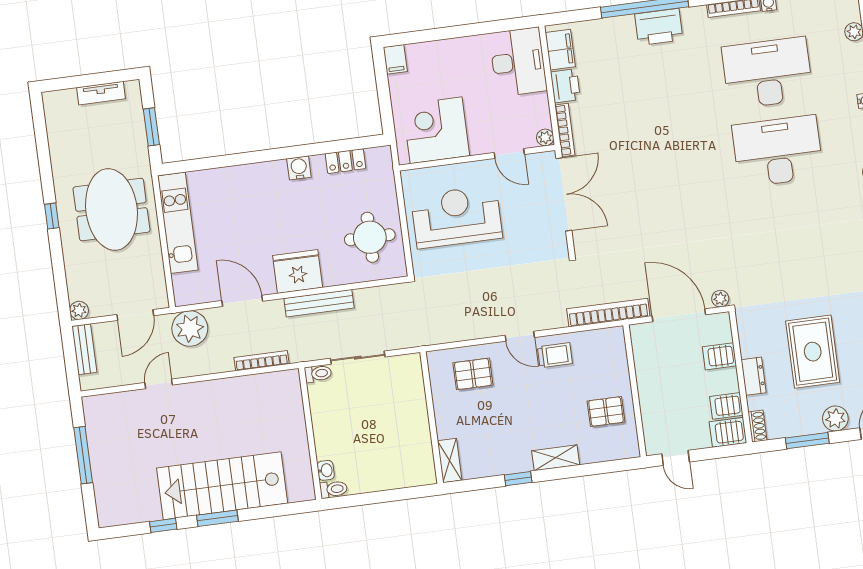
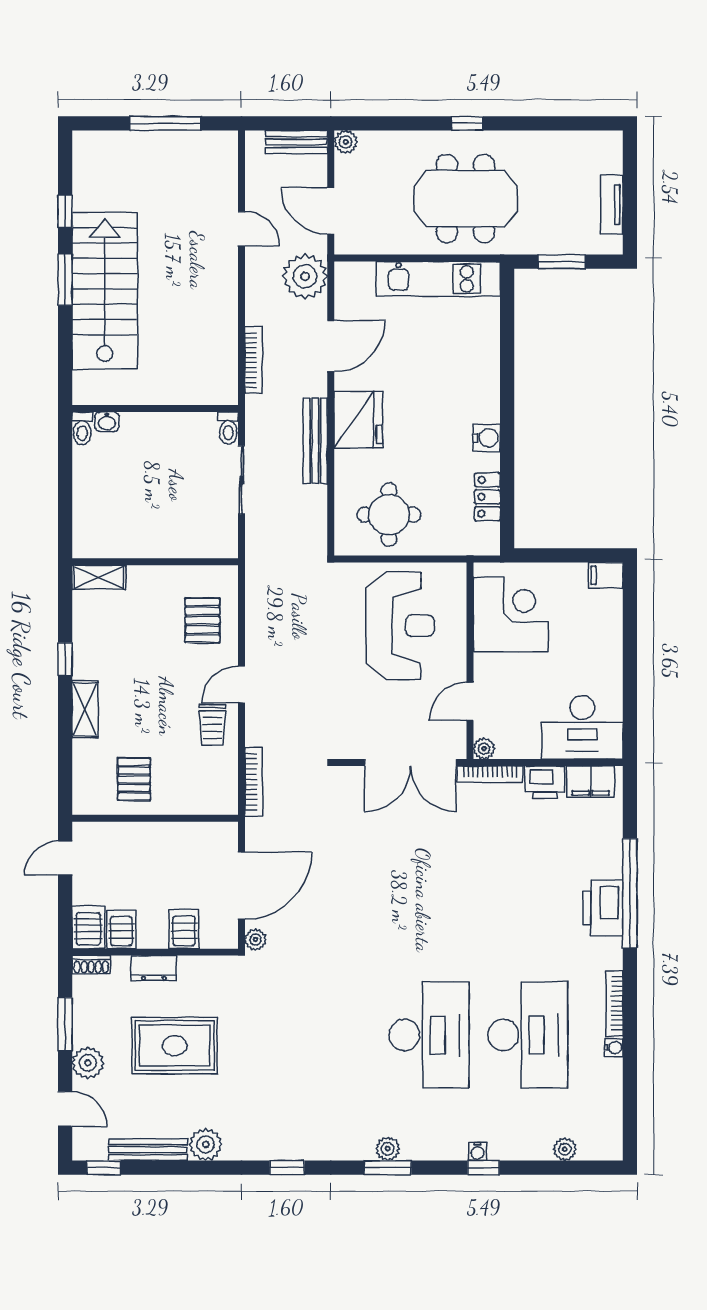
bookcase: (608, 313) -> (254, 782), width x0.68, depth x0.76

